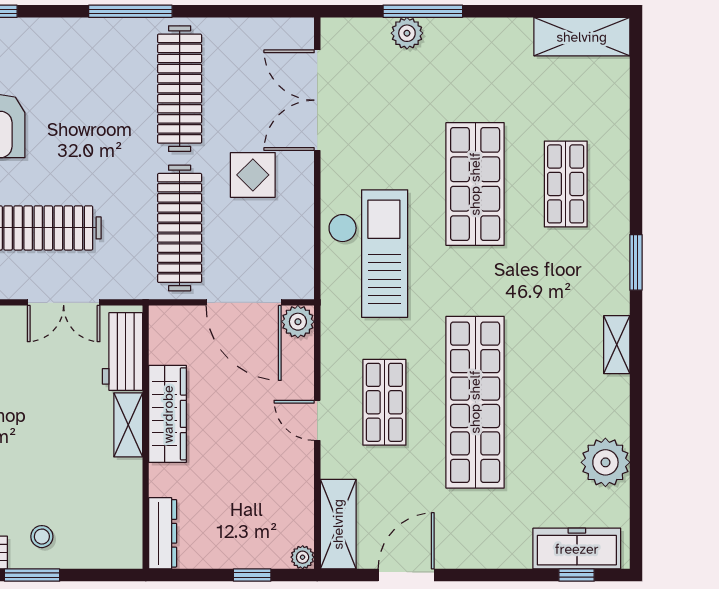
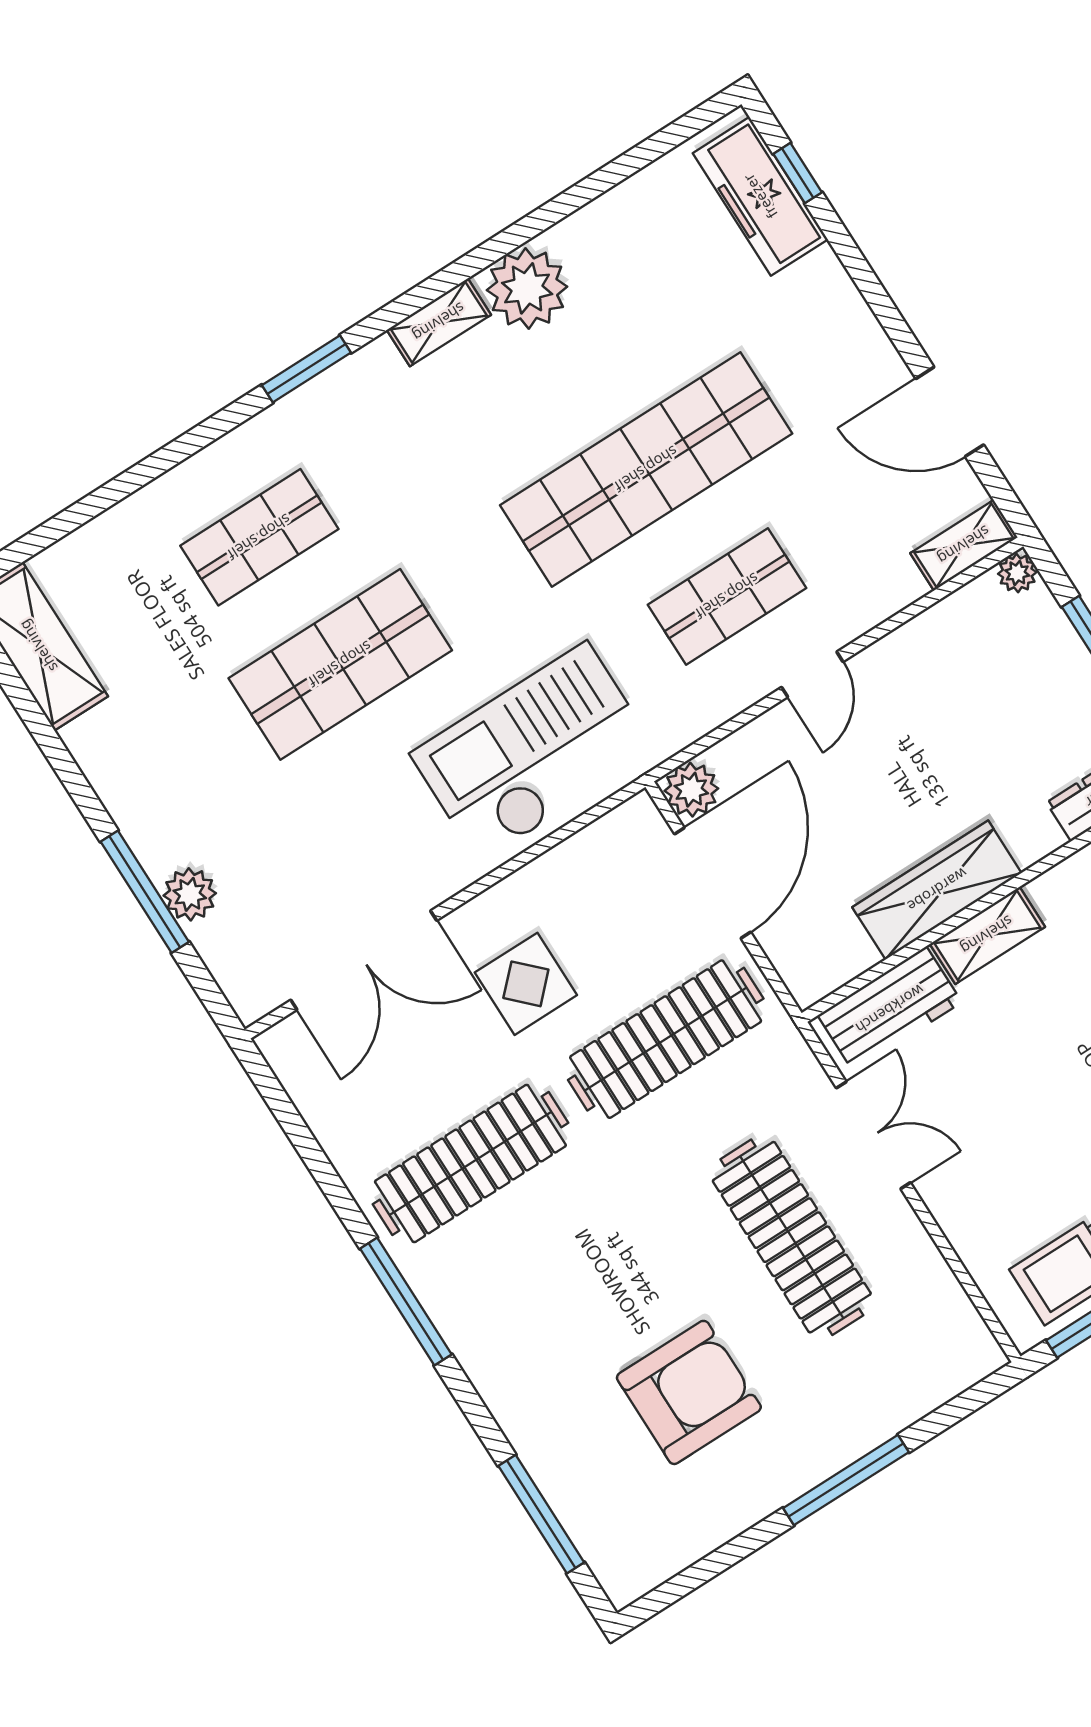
plant: (605, 462) -> (527, 288), moved
shelving: (338, 524) -> (964, 545), width x0.67, depth x0.75

